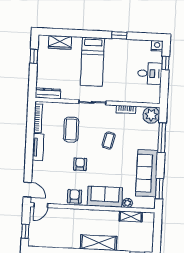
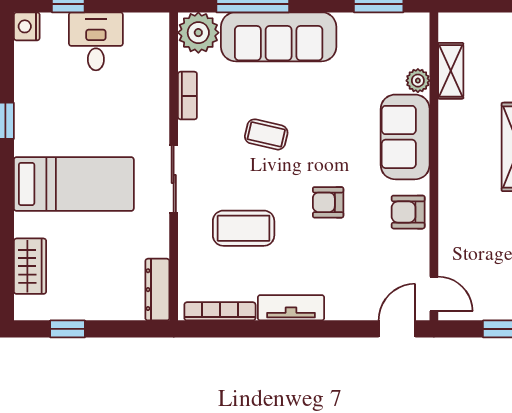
sofa: (147, 173) -> (279, 37), moved

